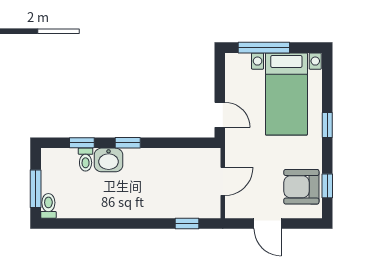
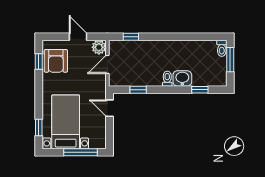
window: (327, 125) -> (39, 128), moved
window: (128, 143) -> (138, 90), moved
toilet: (86, 160) -> (167, 79), moved
armchair: (301, 187) -> (56, 61), turned 90
plant: (236, 208) -> (99, 47), added

